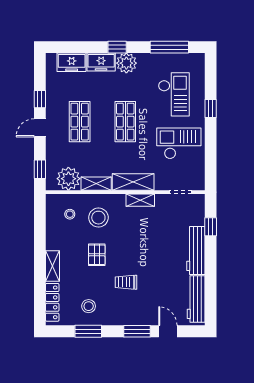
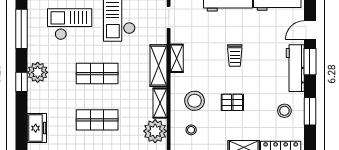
freezer: (101, 62) -> (37, 98), removed
trolley: (126, 282) -> (235, 56), moved
workbench: (131, 317) -> (295, 68), added

